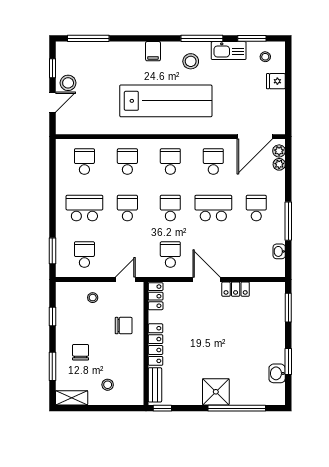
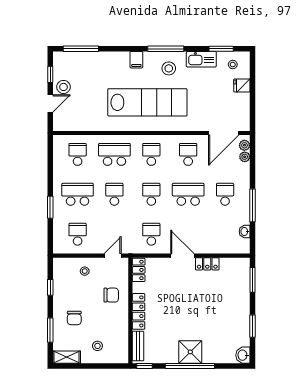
window: (202, 38) -> (166, 49), moved
school desk: (127, 162) -> (114, 154), width x1.85
window: (52, 251) -> (50, 207), moved
chair: (81, 352) -> (74, 318), turned 180
washbasin: (277, 373) -> (243, 355), moved
window: (237, 408) -> (190, 366), moved

